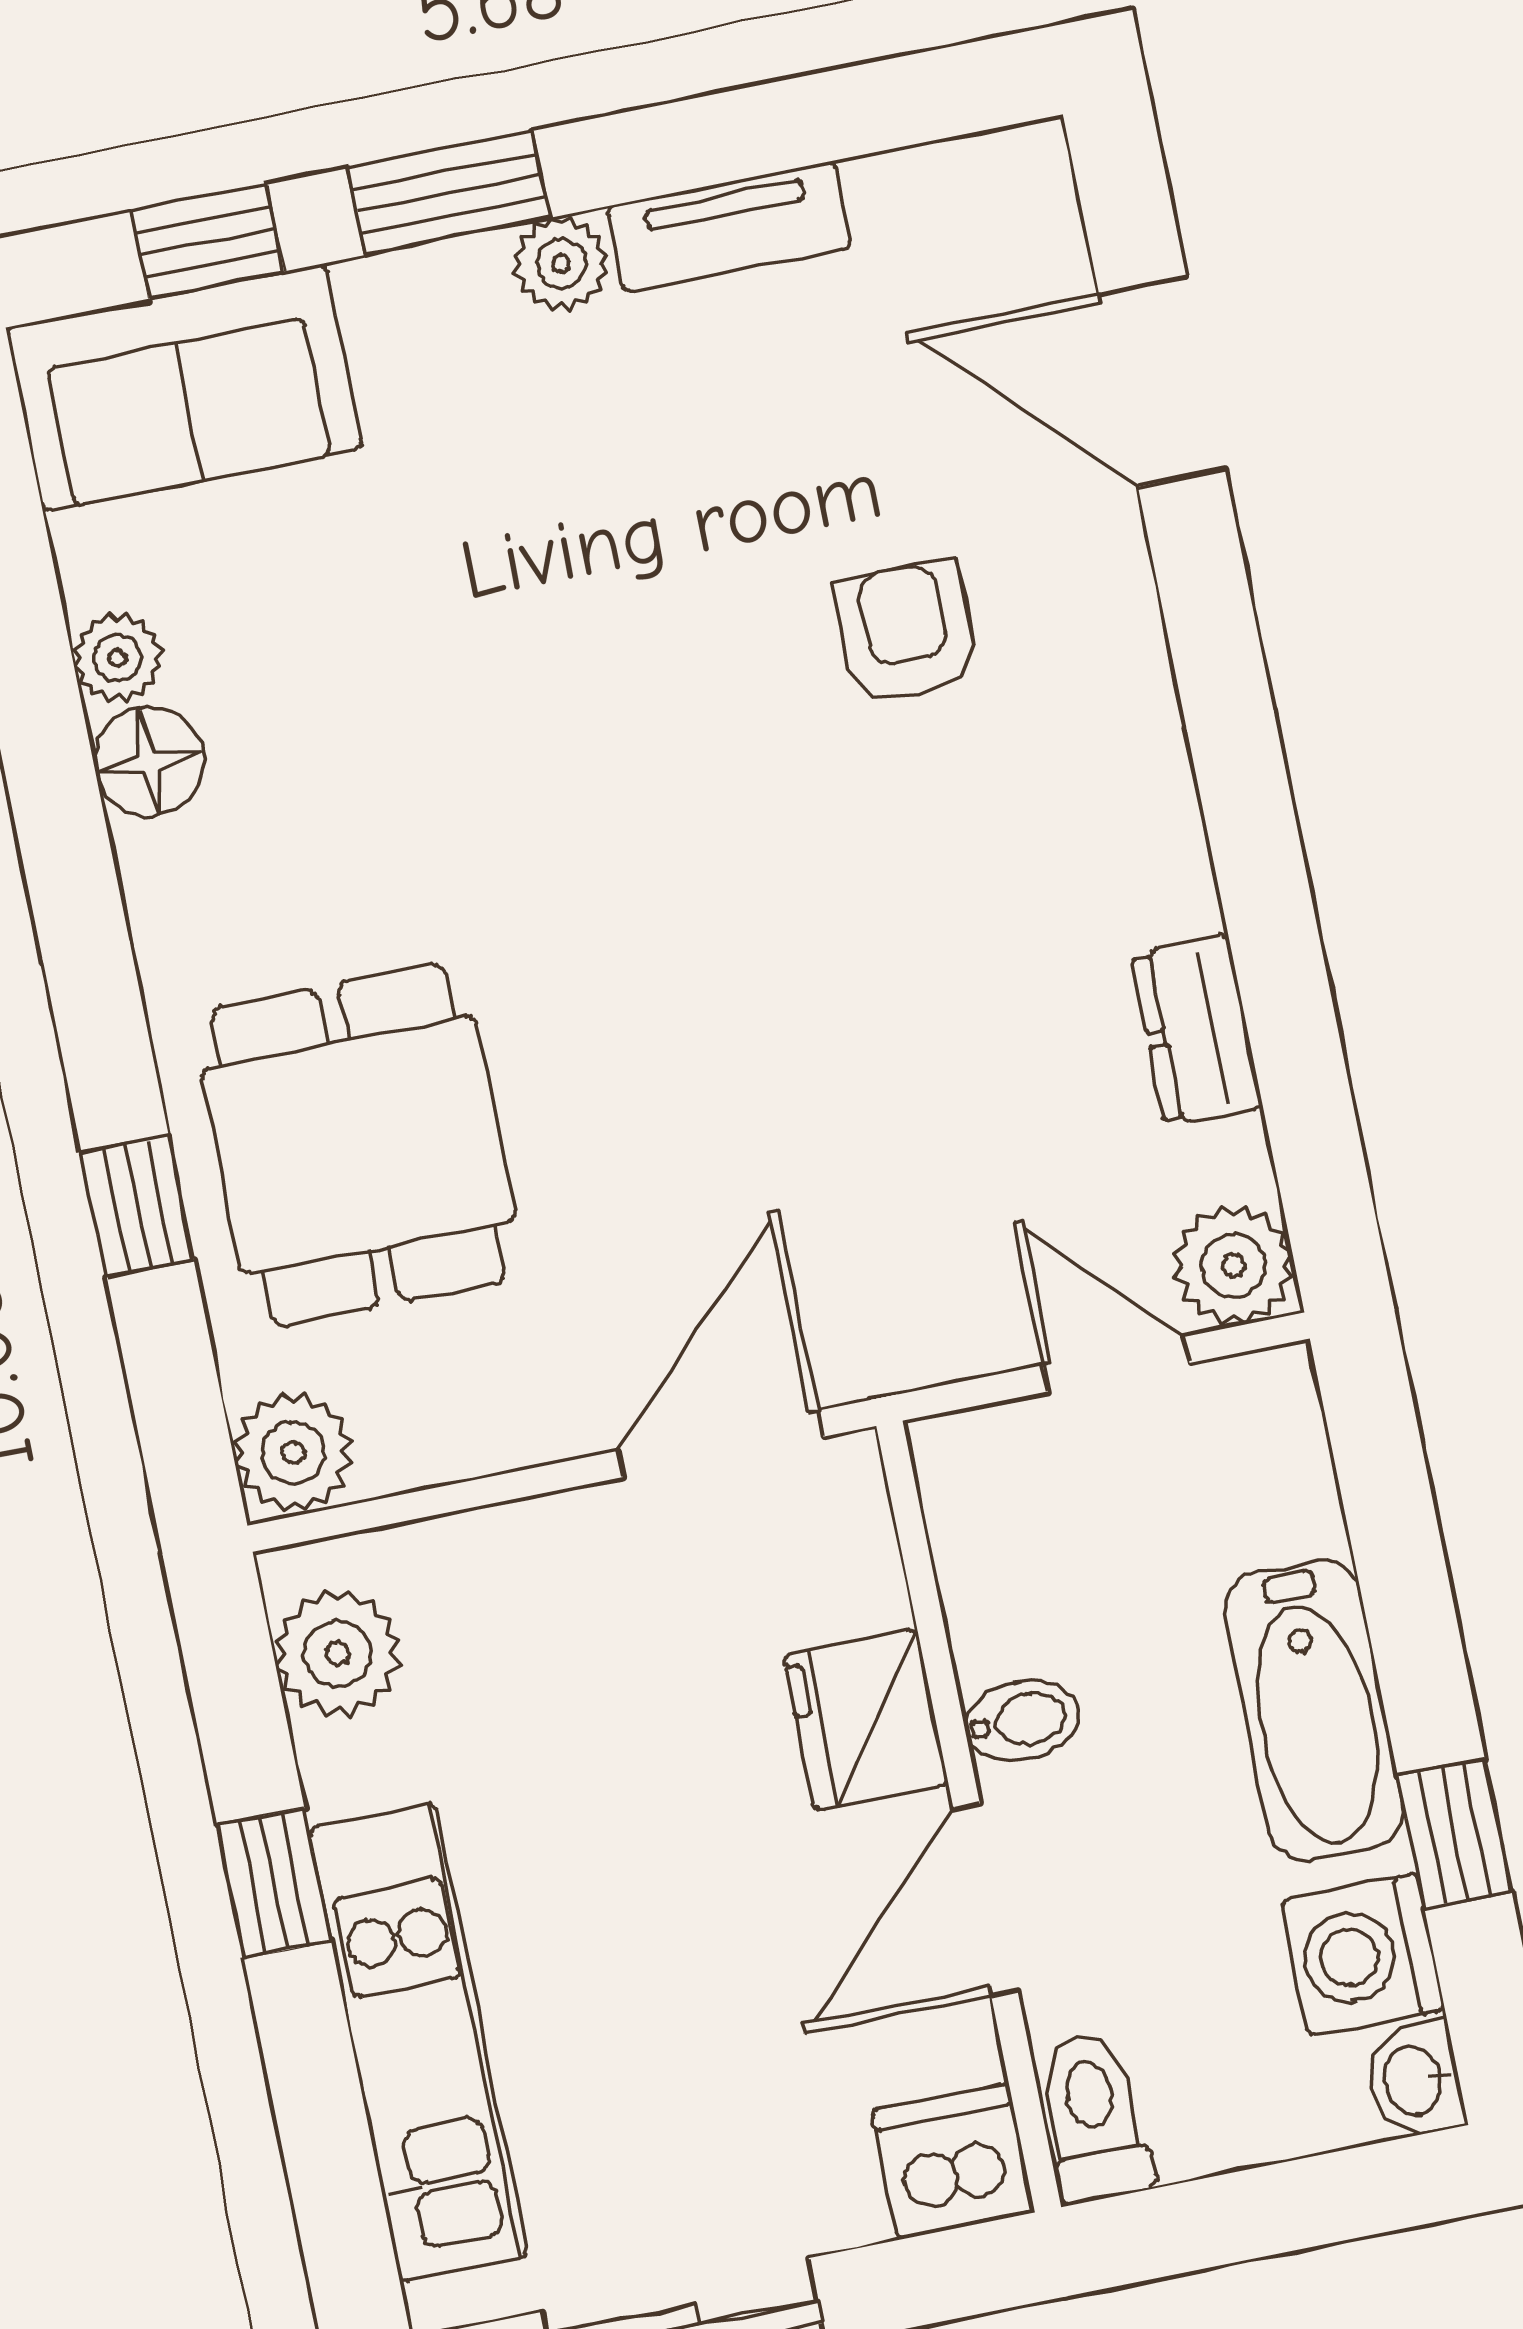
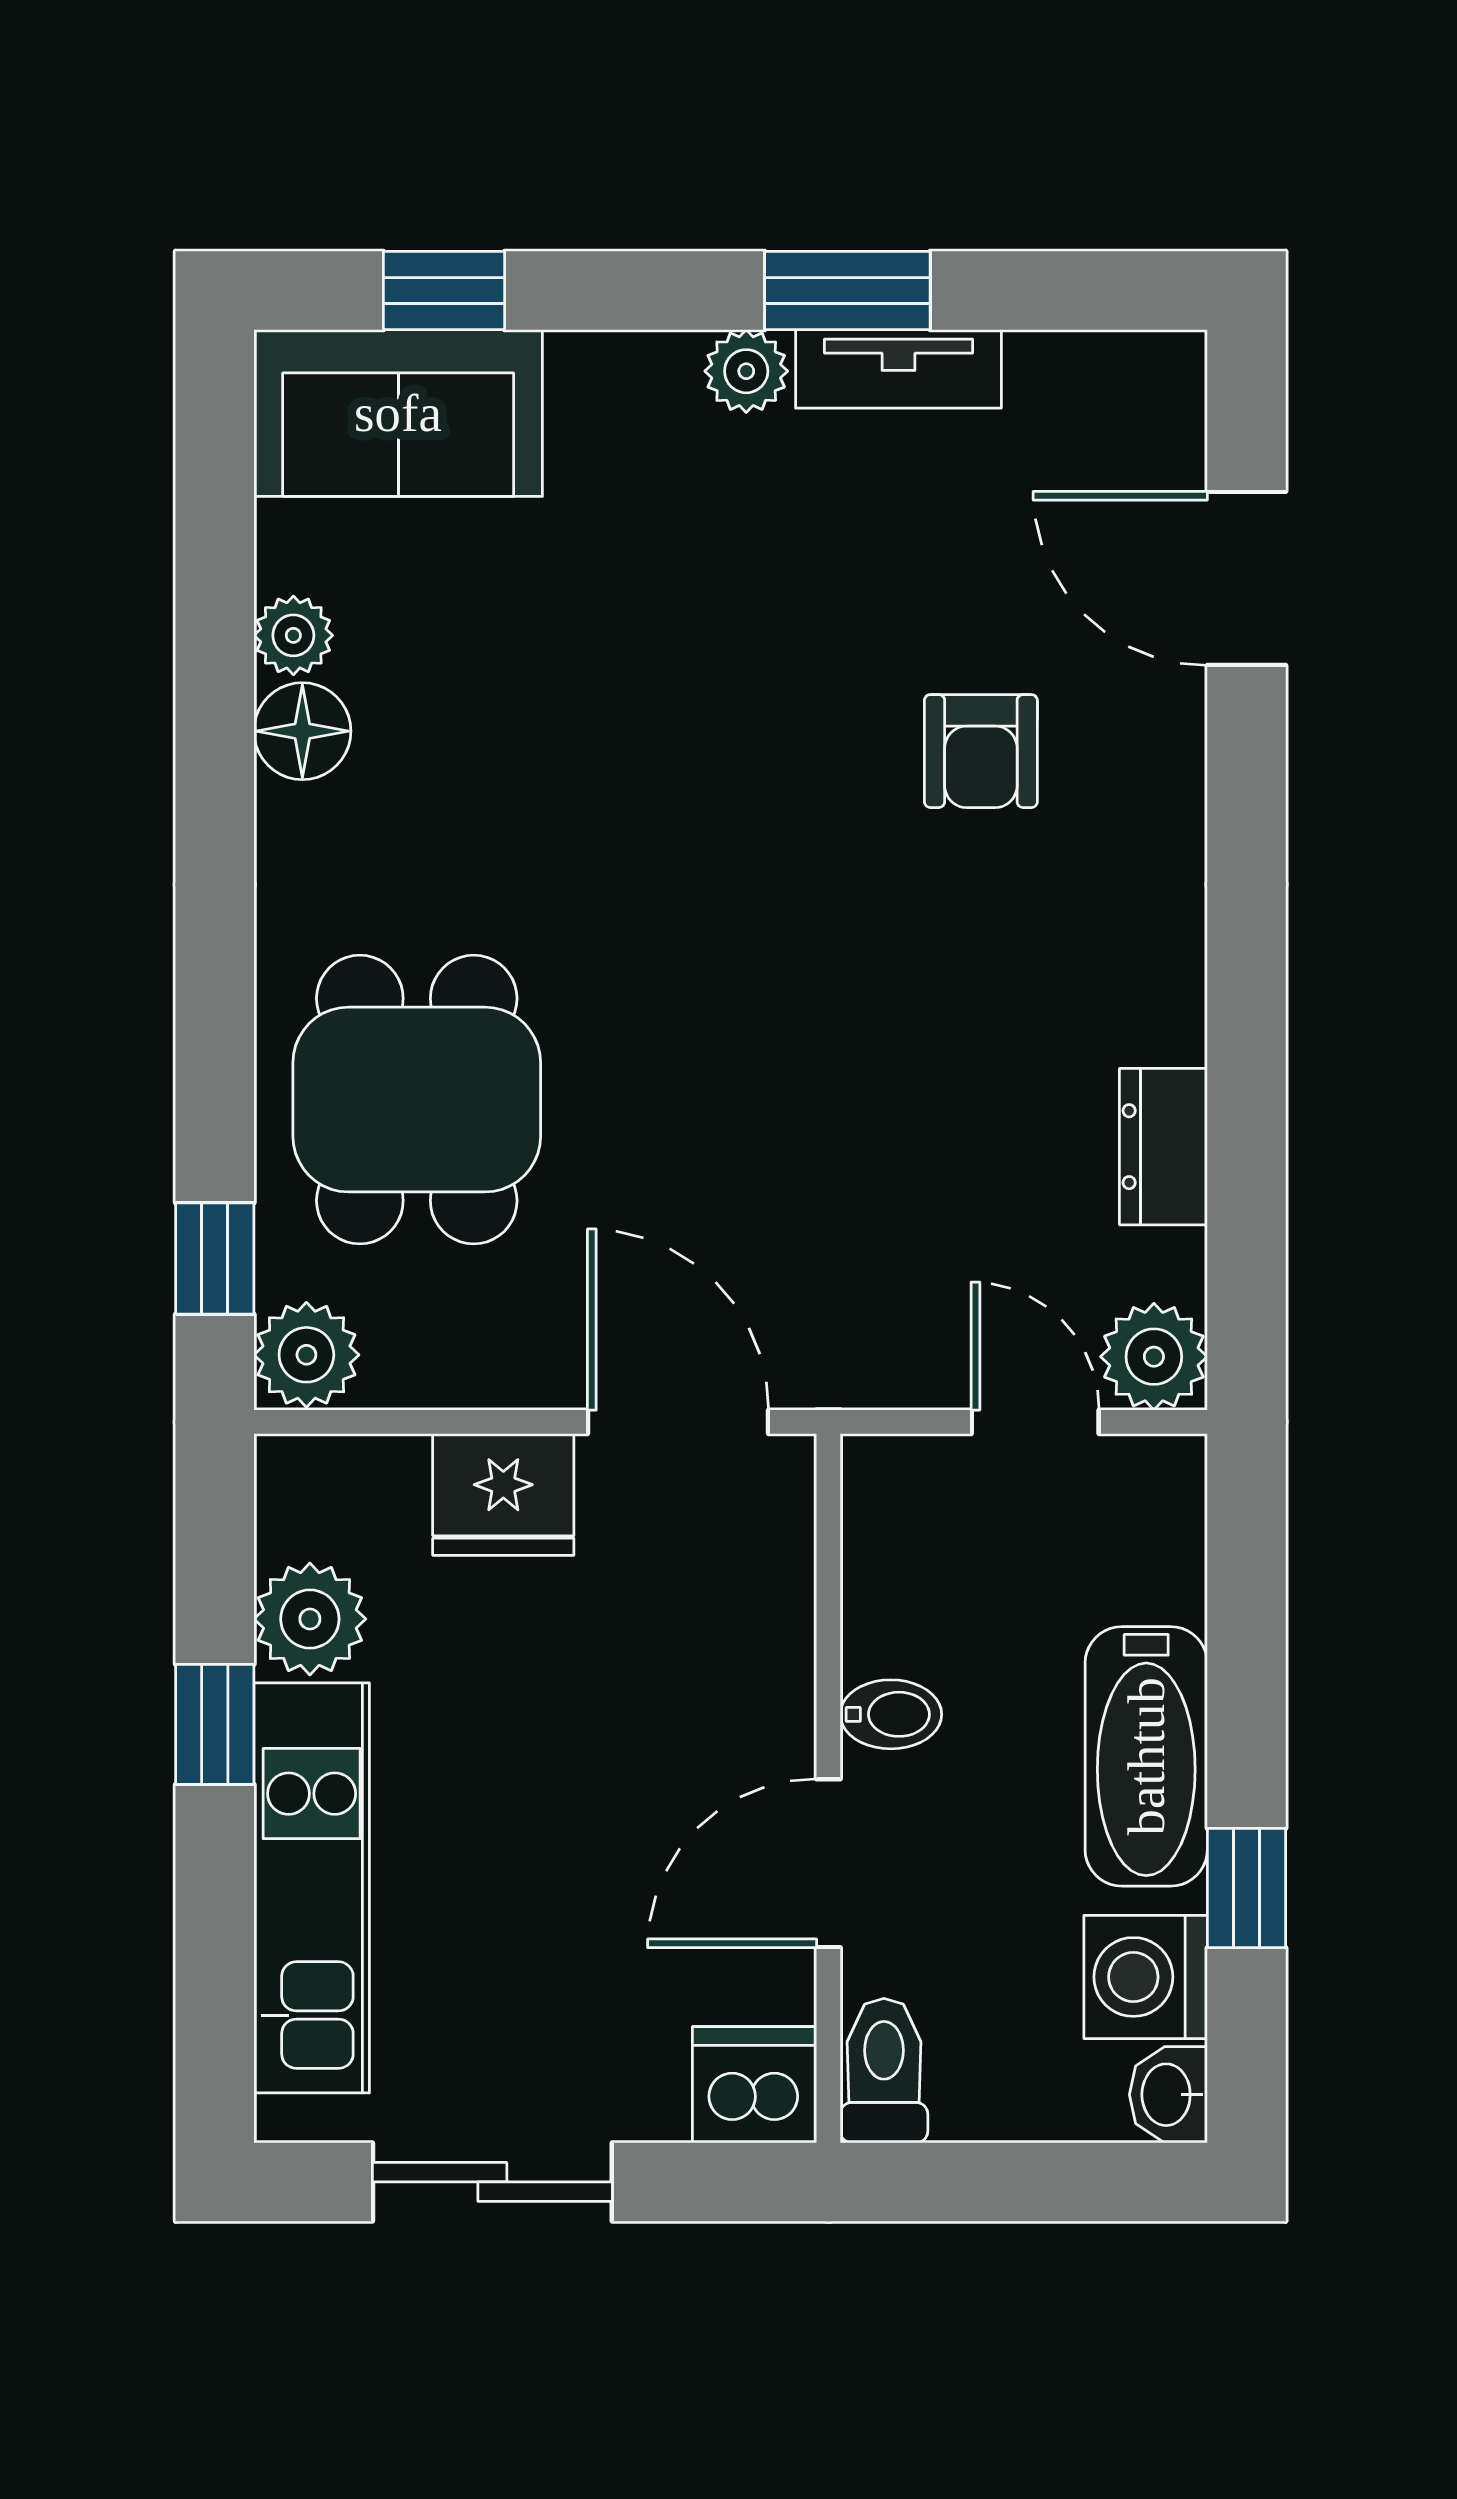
window: (449, 193) -> (847, 291), moved
armchair: (906, 632) -> (981, 751), turned 180
window: (138, 1206) -> (215, 1258), moved
door: (720, 1444) -> (678, 1422), hinge flipped
plant: (338, 1654) -> (310, 1619), moved
fridge: (866, 1720) -> (503, 1494), moved, turned -90

